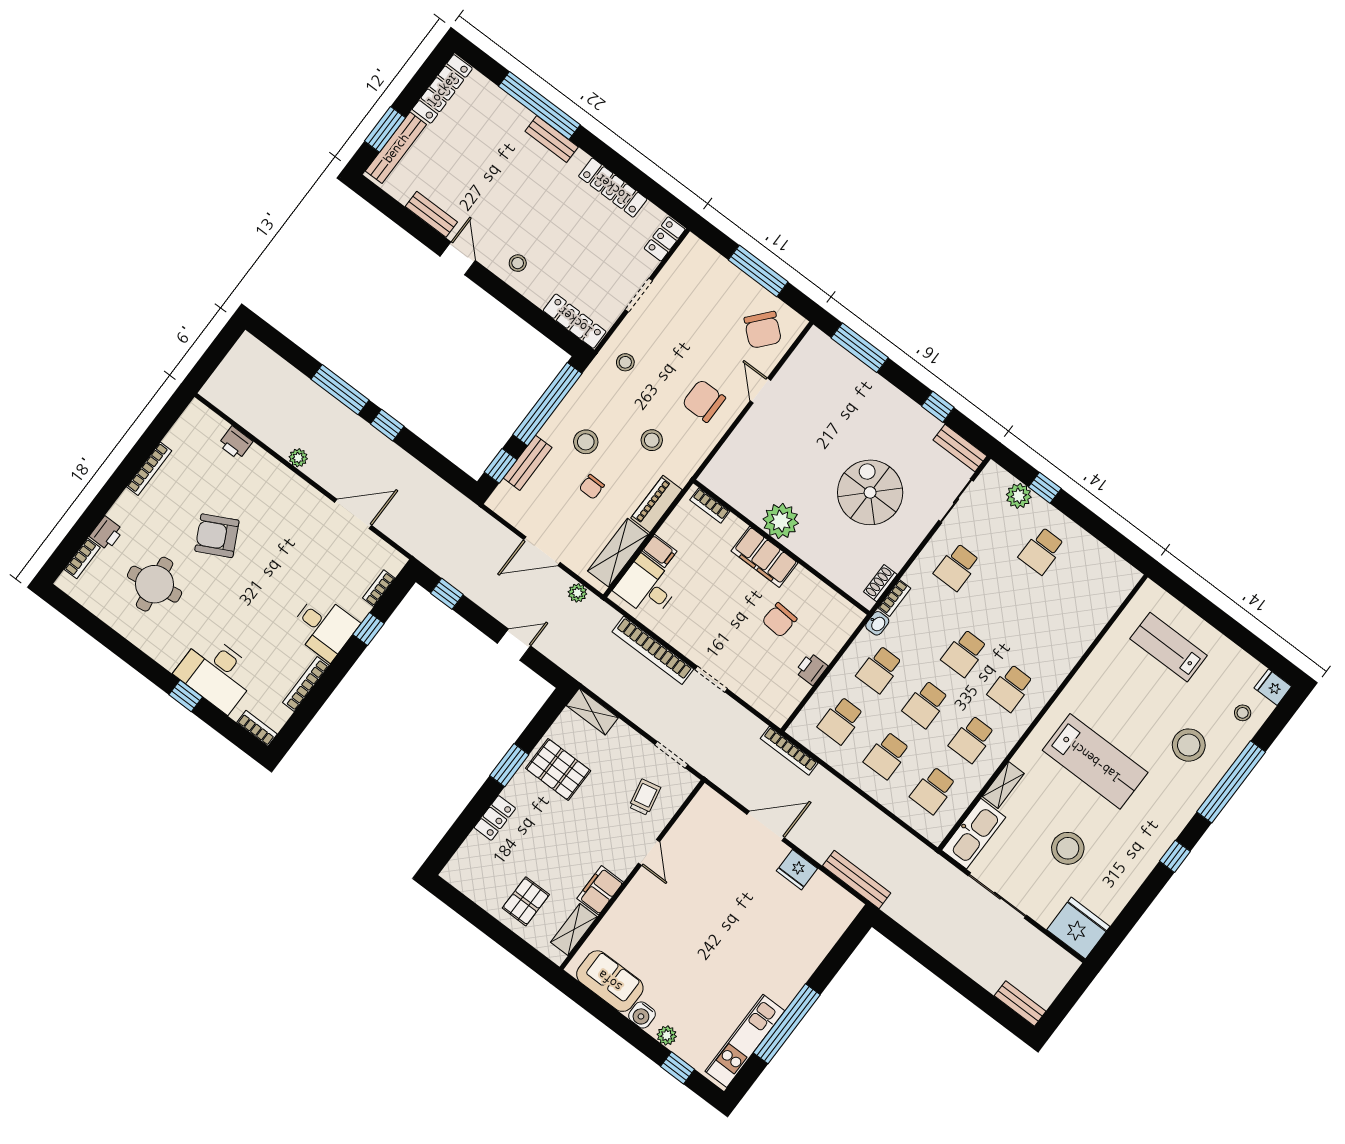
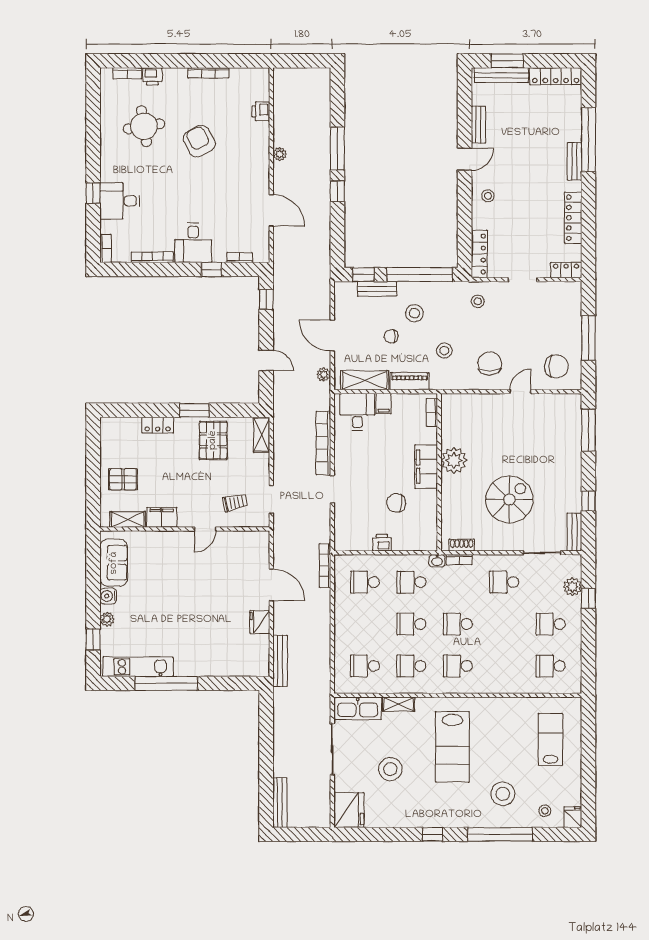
chair: (763, 330) -> (556, 366), turned -129
desk: (216, 673) -> (120, 201), width x0.73
school desk: (887, 755) -> (551, 666), moved
bench: (1020, 1003) -> (280, 803), width x1.36

